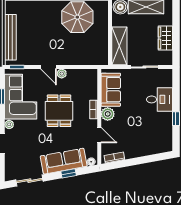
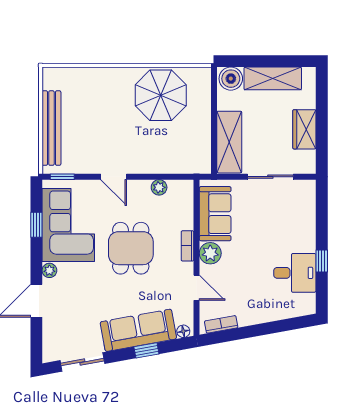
plant: (62, 74) -> (159, 187), moved
desk: (160, 99) -> (295, 273), moved

